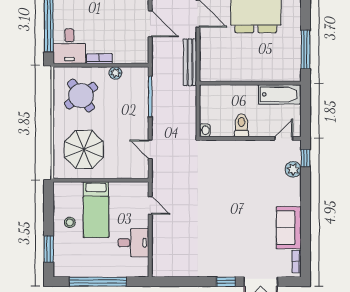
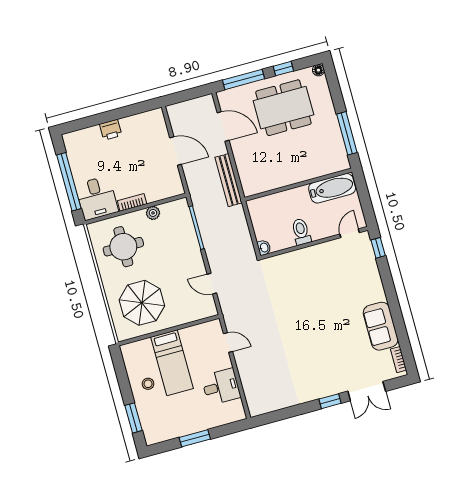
round table: (81, 96) -> (123, 247), turned 36
plant: (293, 169) -> (368, 263), removed
window: (98, 282) -> (195, 438), width x0.47

